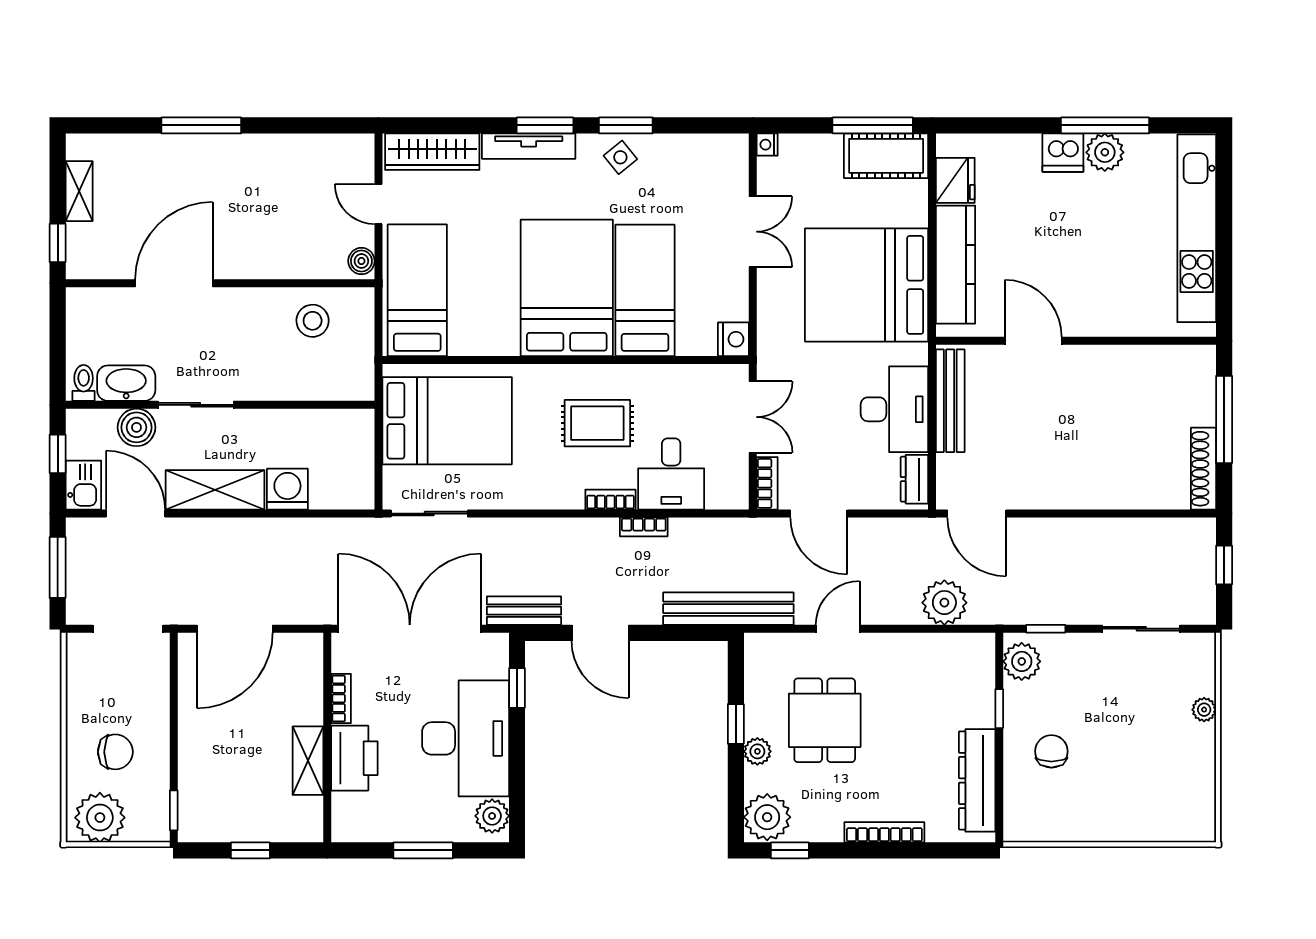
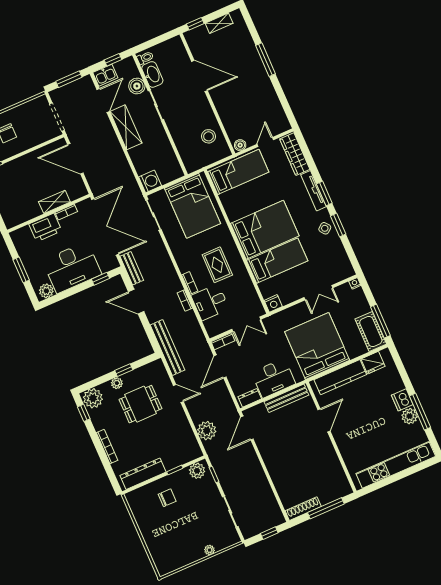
washing machine: (287, 489) -> (150, 181), moved
door: (600, 633) -> (136, 302), hinge flipped
shelving: (308, 761) -> (54, 202), moved

